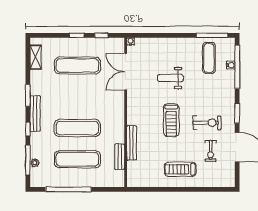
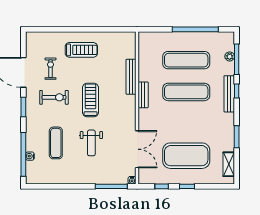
window: (212, 35) -> (111, 186), moved
exercise mat: (209, 58) -> (56, 143), moved
exercise mat: (77, 66) -> (186, 156), width x1.47
weight bench: (170, 78) -> (91, 143), turned 90
window: (28, 95) -> (237, 137), moved
bench: (35, 114) -> (229, 94), moved
exercise bike: (207, 123) -> (54, 97), turned 180
bench: (120, 157) -> (143, 95), moved

